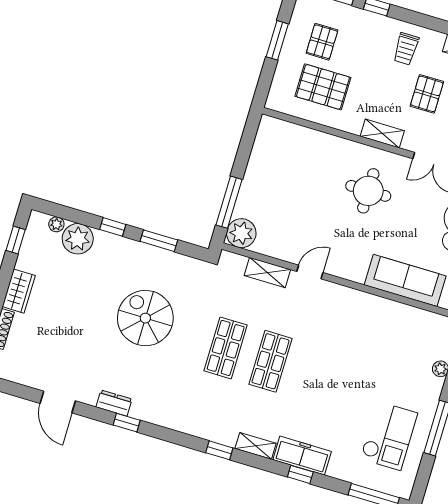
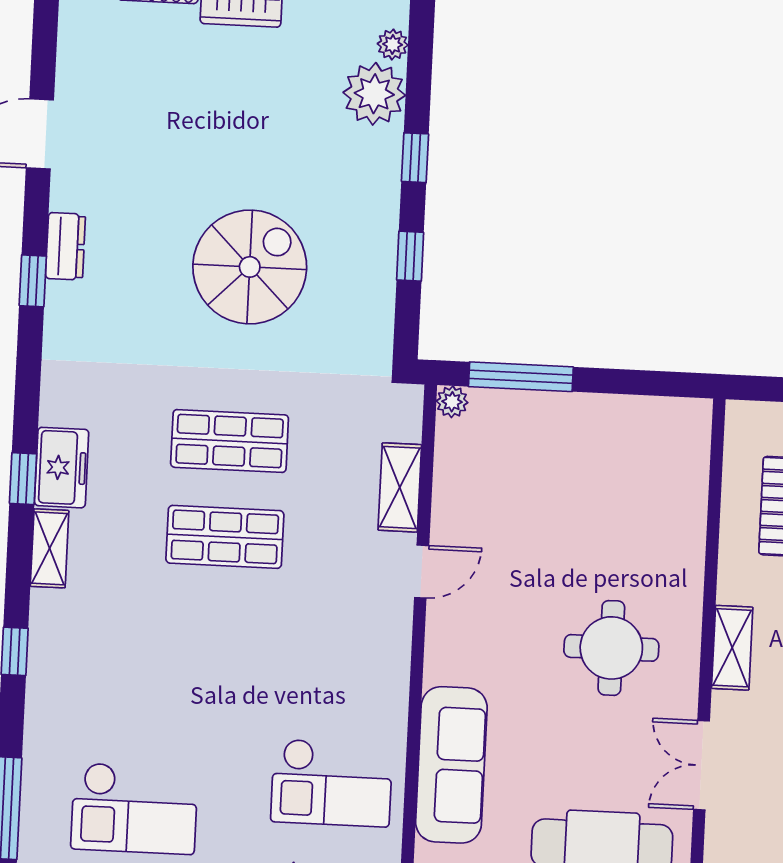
plant: (241, 233) -> (452, 402), width x0.53, depth x0.53
window: (159, 241) -> (410, 256), width x0.67
door: (310, 272) -> (422, 572), hinge flipped
checkout: (400, 339) -> (332, 783), added
freezer: (302, 456) -> (62, 468), moved, width x0.71

